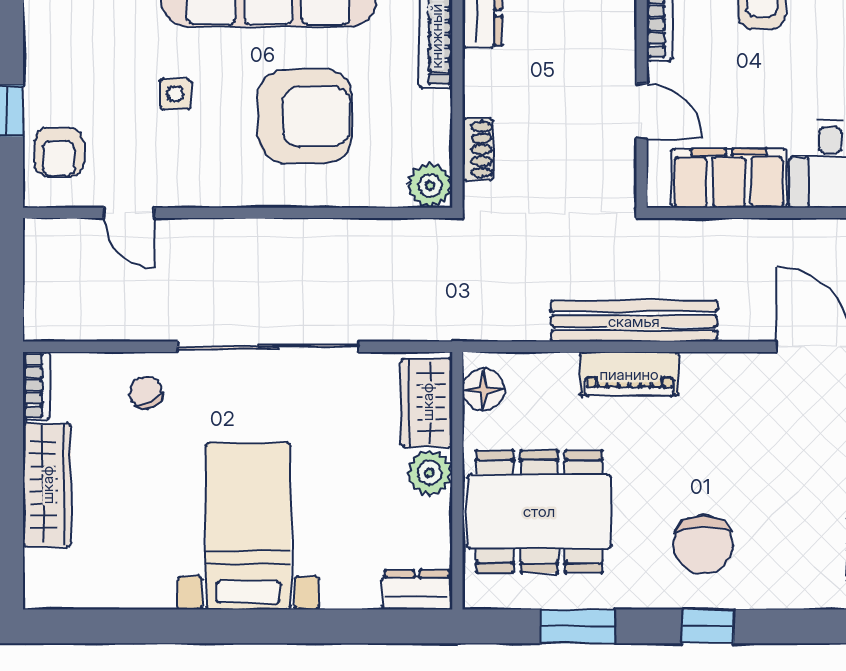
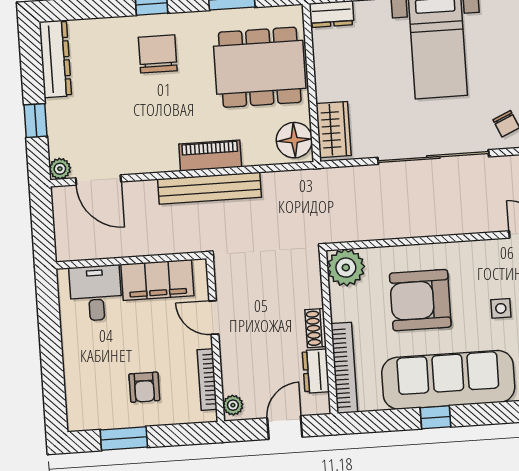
shoe rack: (478, 150) -> (316, 328), moved
plant: (430, 185) -> (346, 268), width x1.36, depth x1.36
floor lamp: (484, 390) -> (294, 140), width x1.38, depth x1.38
plant: (430, 473) -> (329, 87), removed

